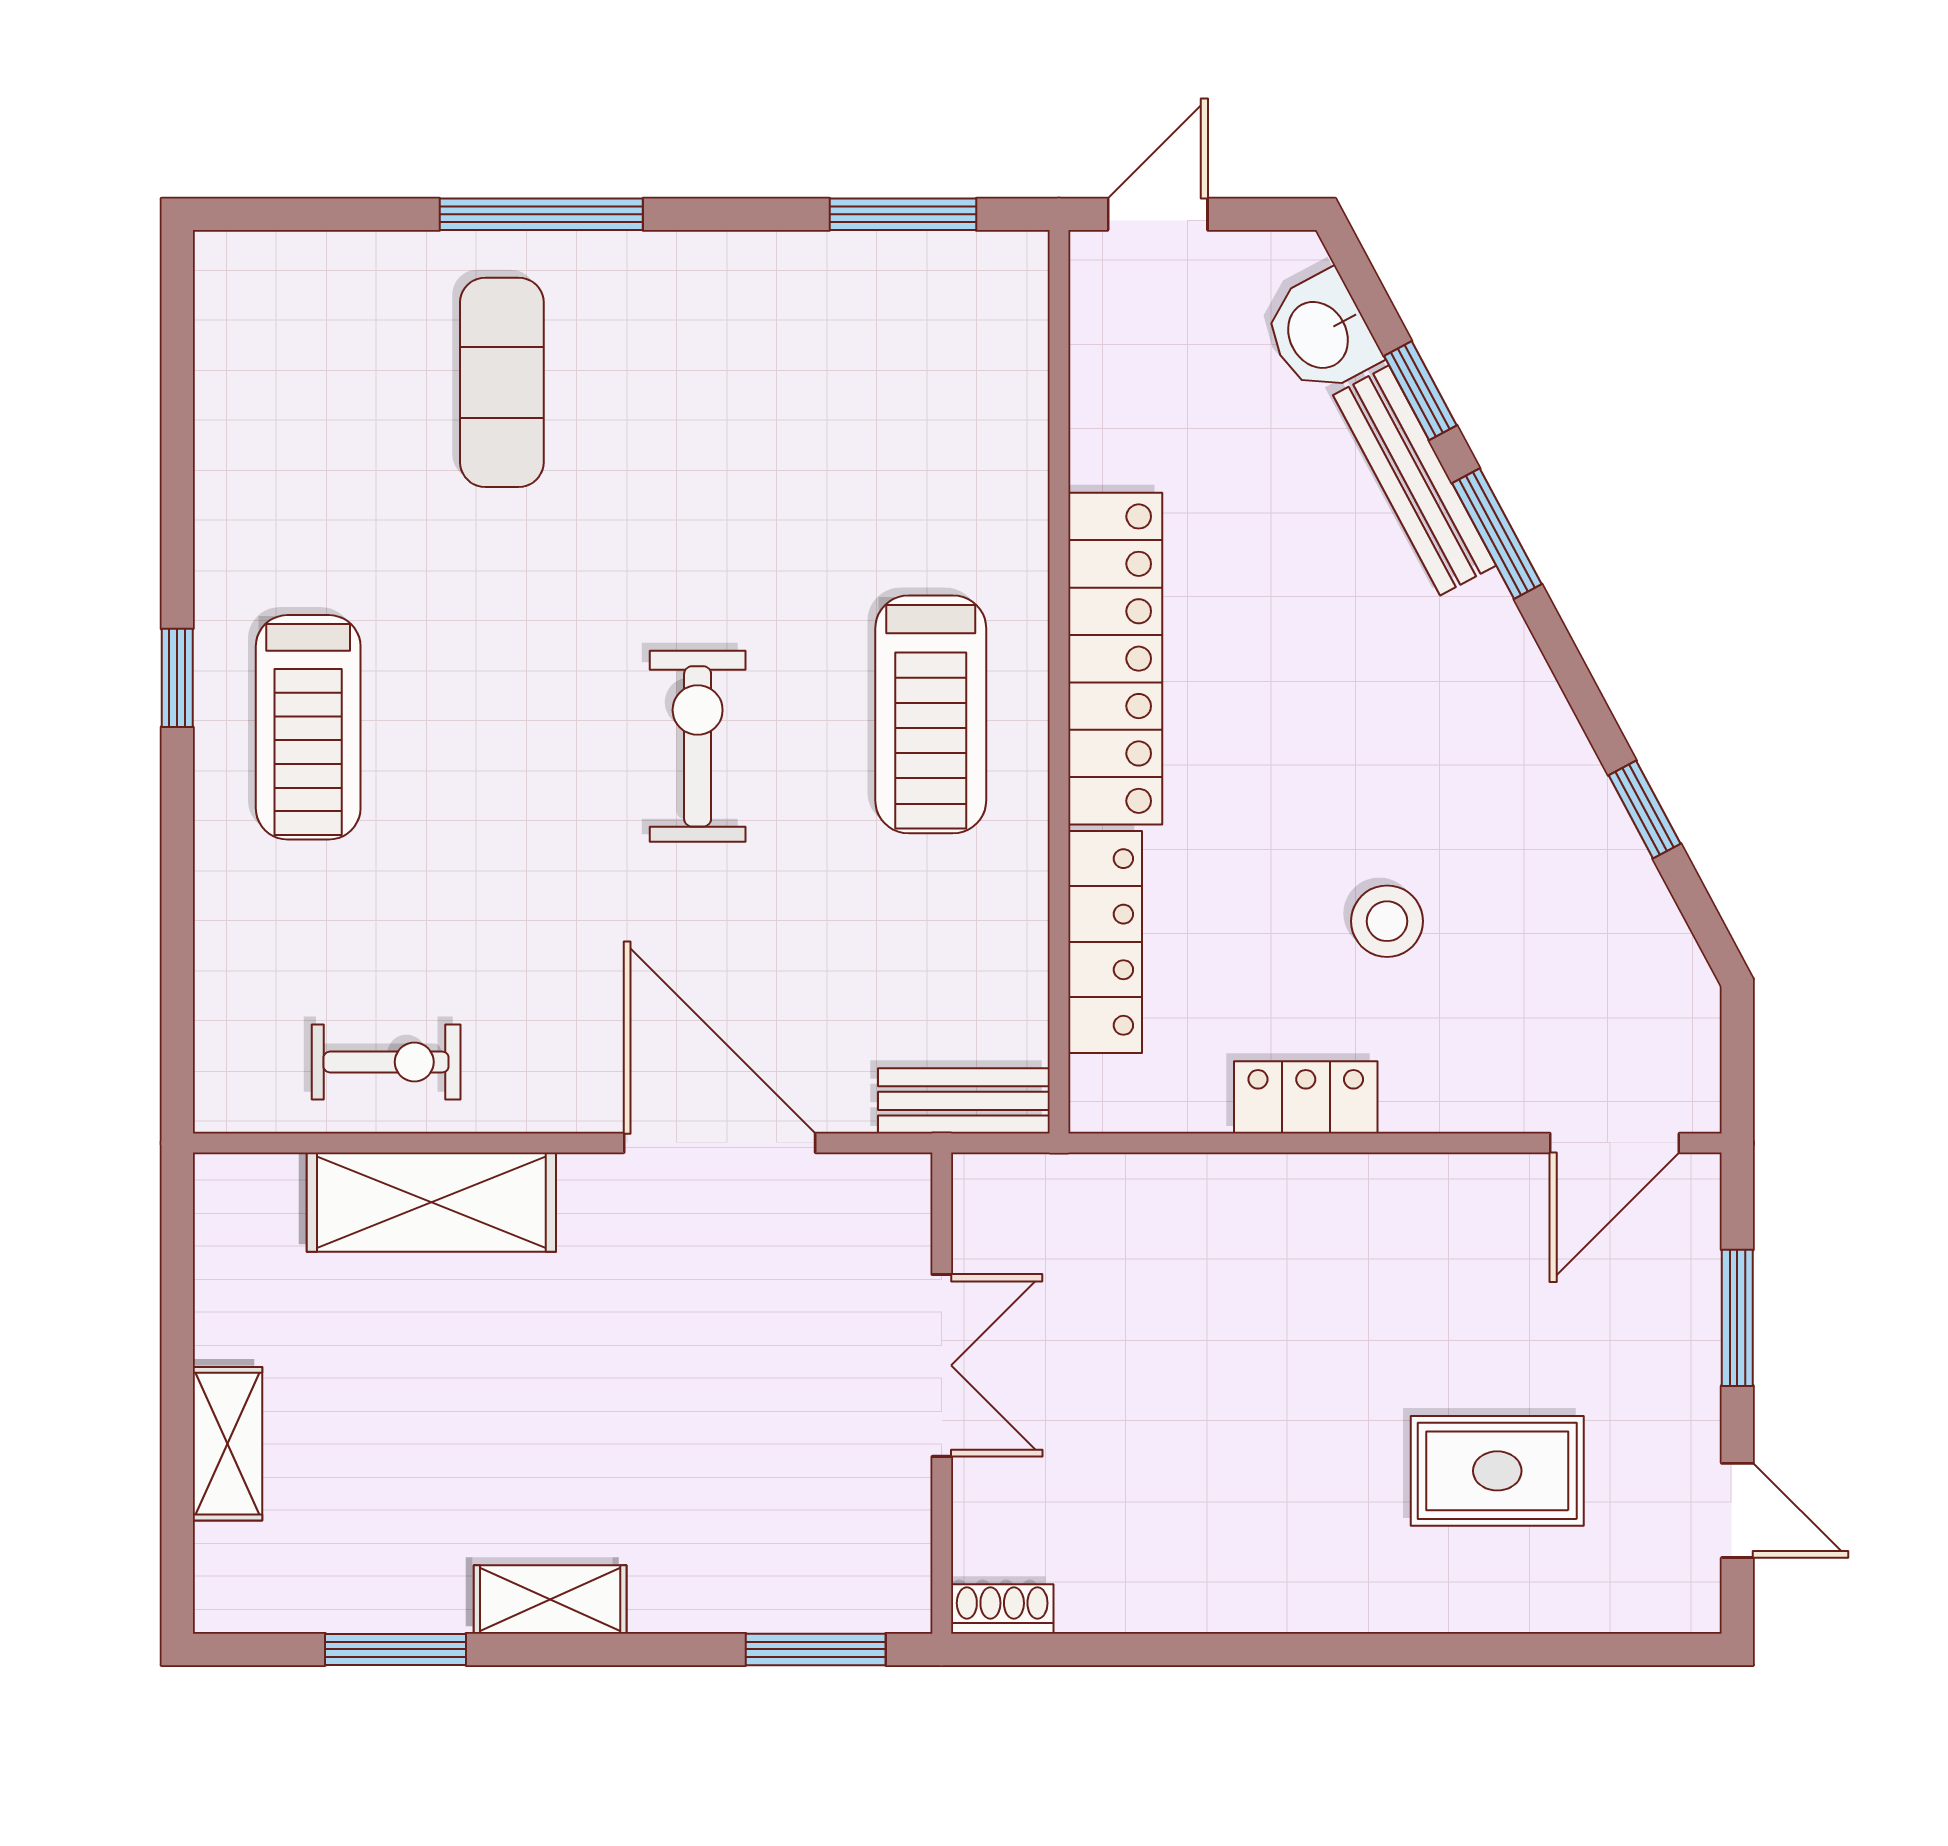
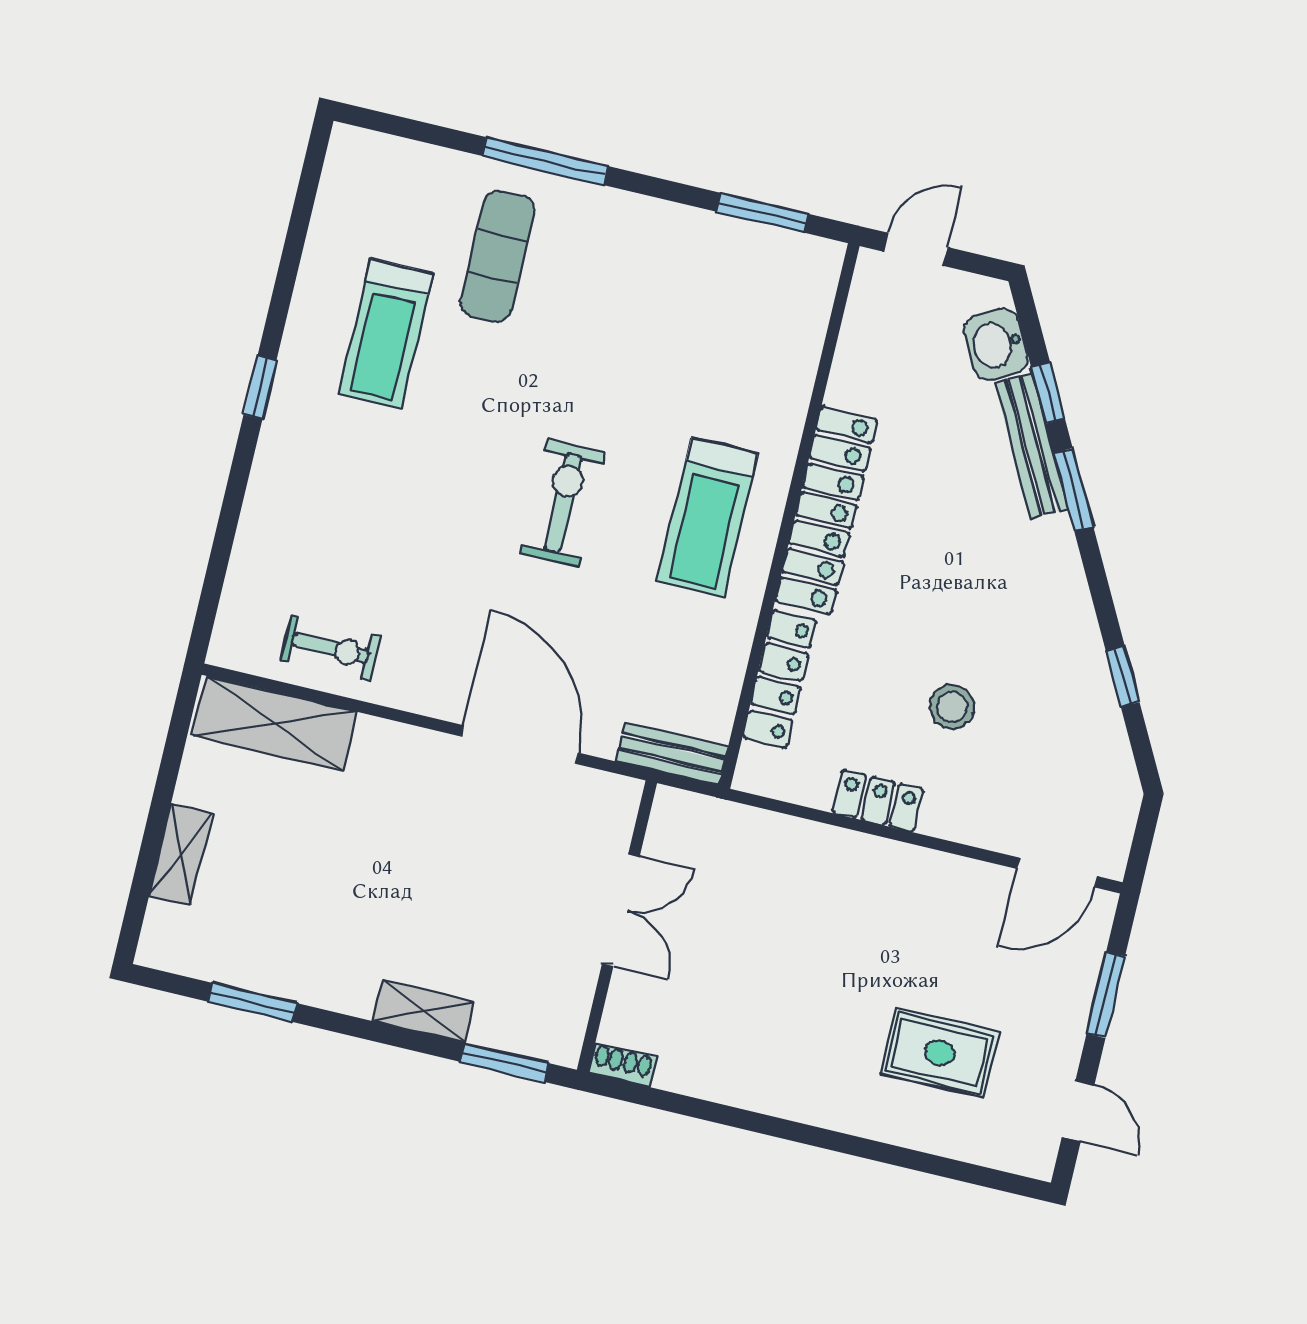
treadmill: (308, 727) -> (386, 333), moved
shelving: (431, 1202) -> (274, 724), moved
shelving: (550, 1599) -> (424, 1011), moved

